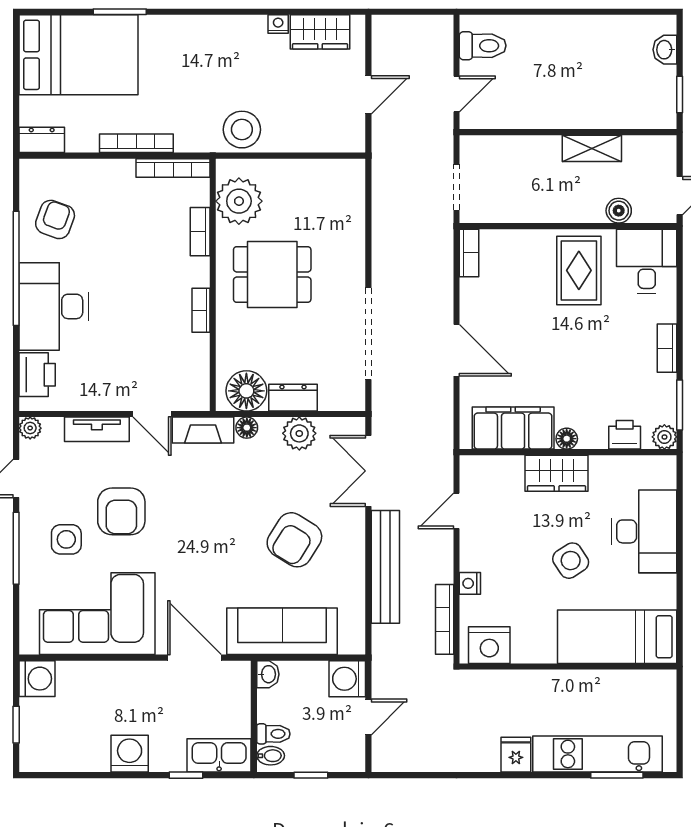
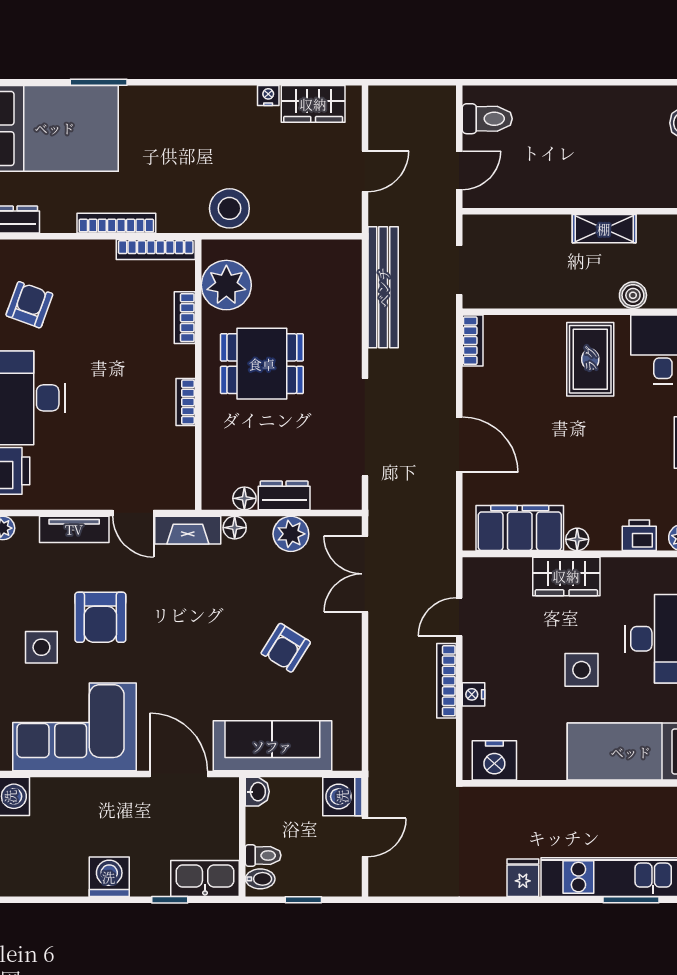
floor lamp: (246, 391) -> (244, 498), width x0.53, depth x0.53
armchair: (294, 540) -> (286, 648), width x0.72, depth x0.72
side table: (571, 561) -> (582, 670), turned 33
bench: (385, 567) -> (383, 287), moved
bookcase: (445, 619) -> (447, 681), moved

